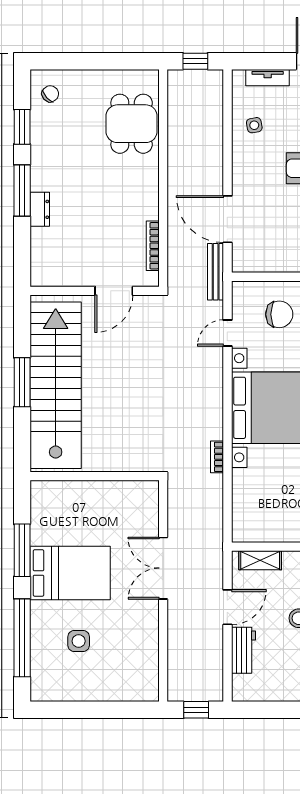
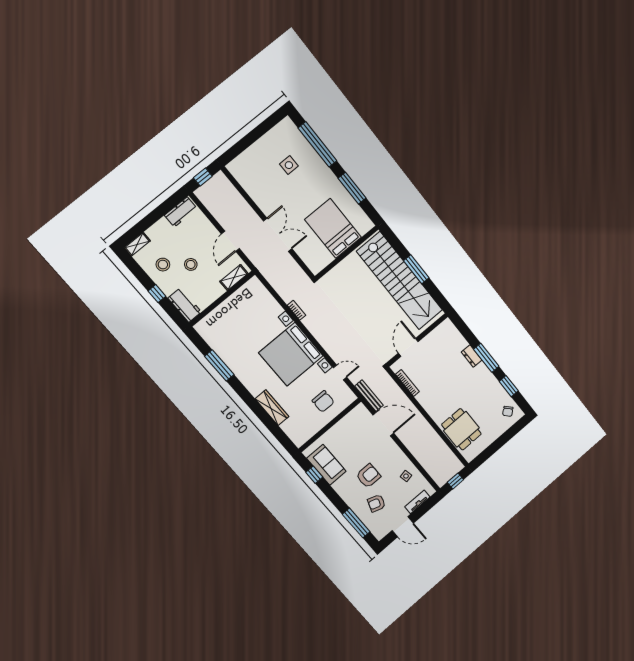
chair: (279, 314) -> (323, 401), turned -90
door: (227, 333) -> (340, 372), hinge flipped
bed: (70, 573) -> (333, 228), moved, turned 90
workbench: (243, 650) -> (181, 212), moved, turned -90

